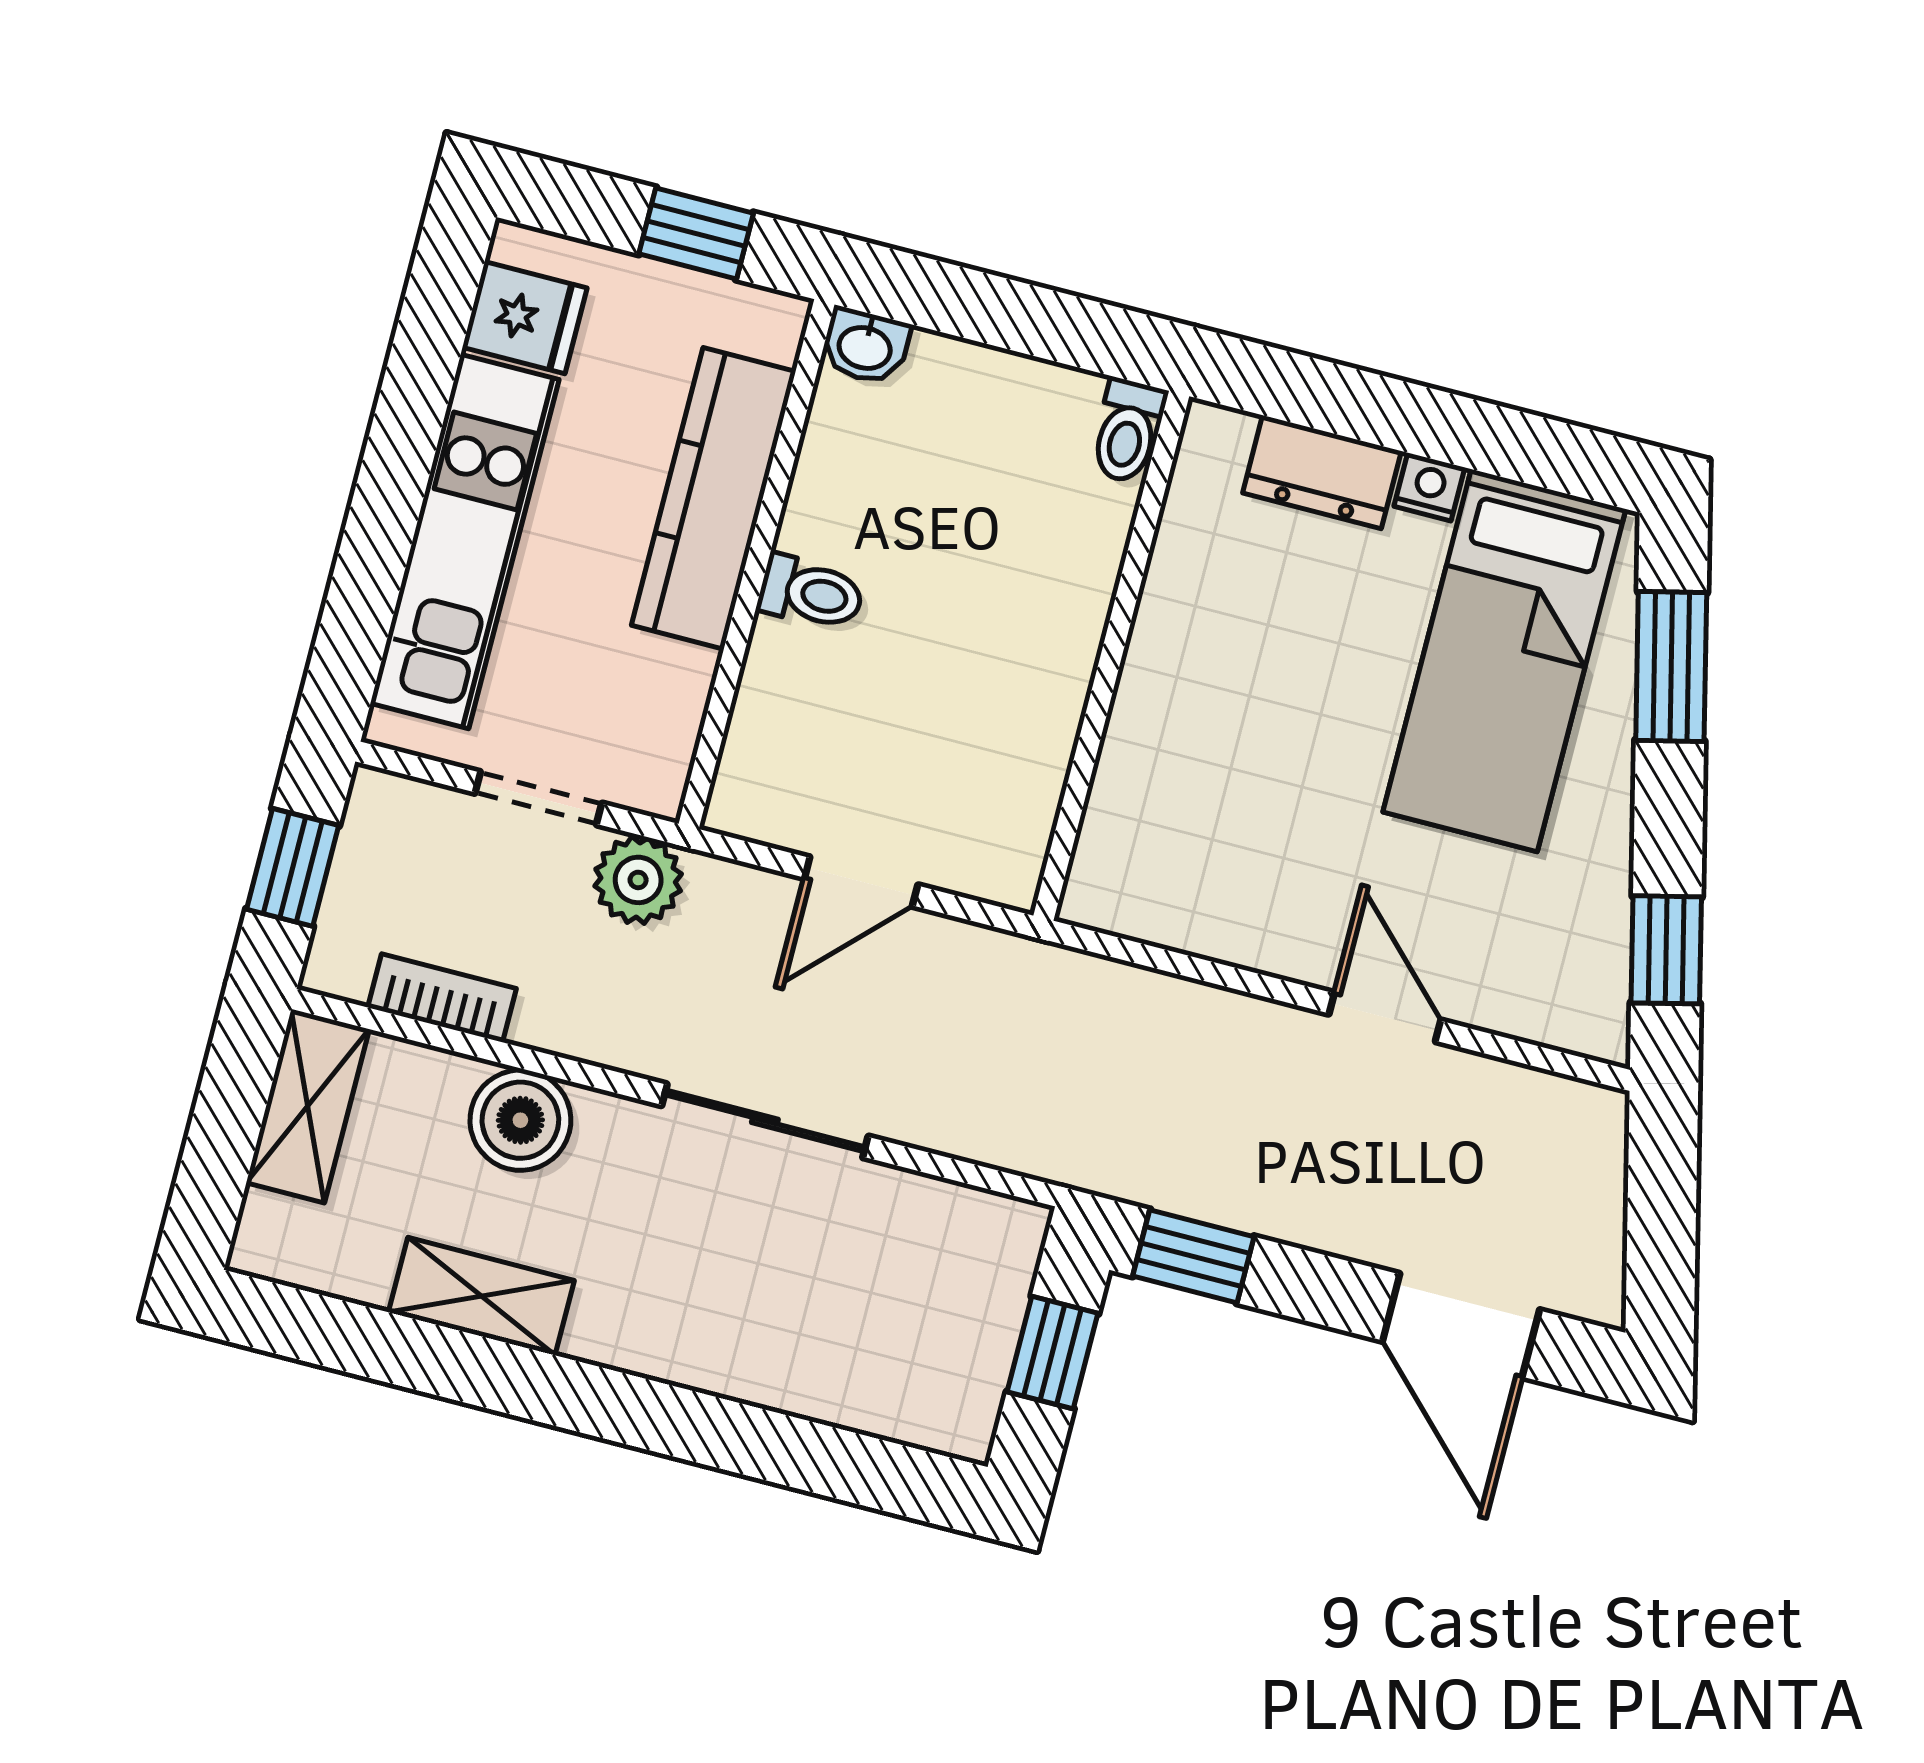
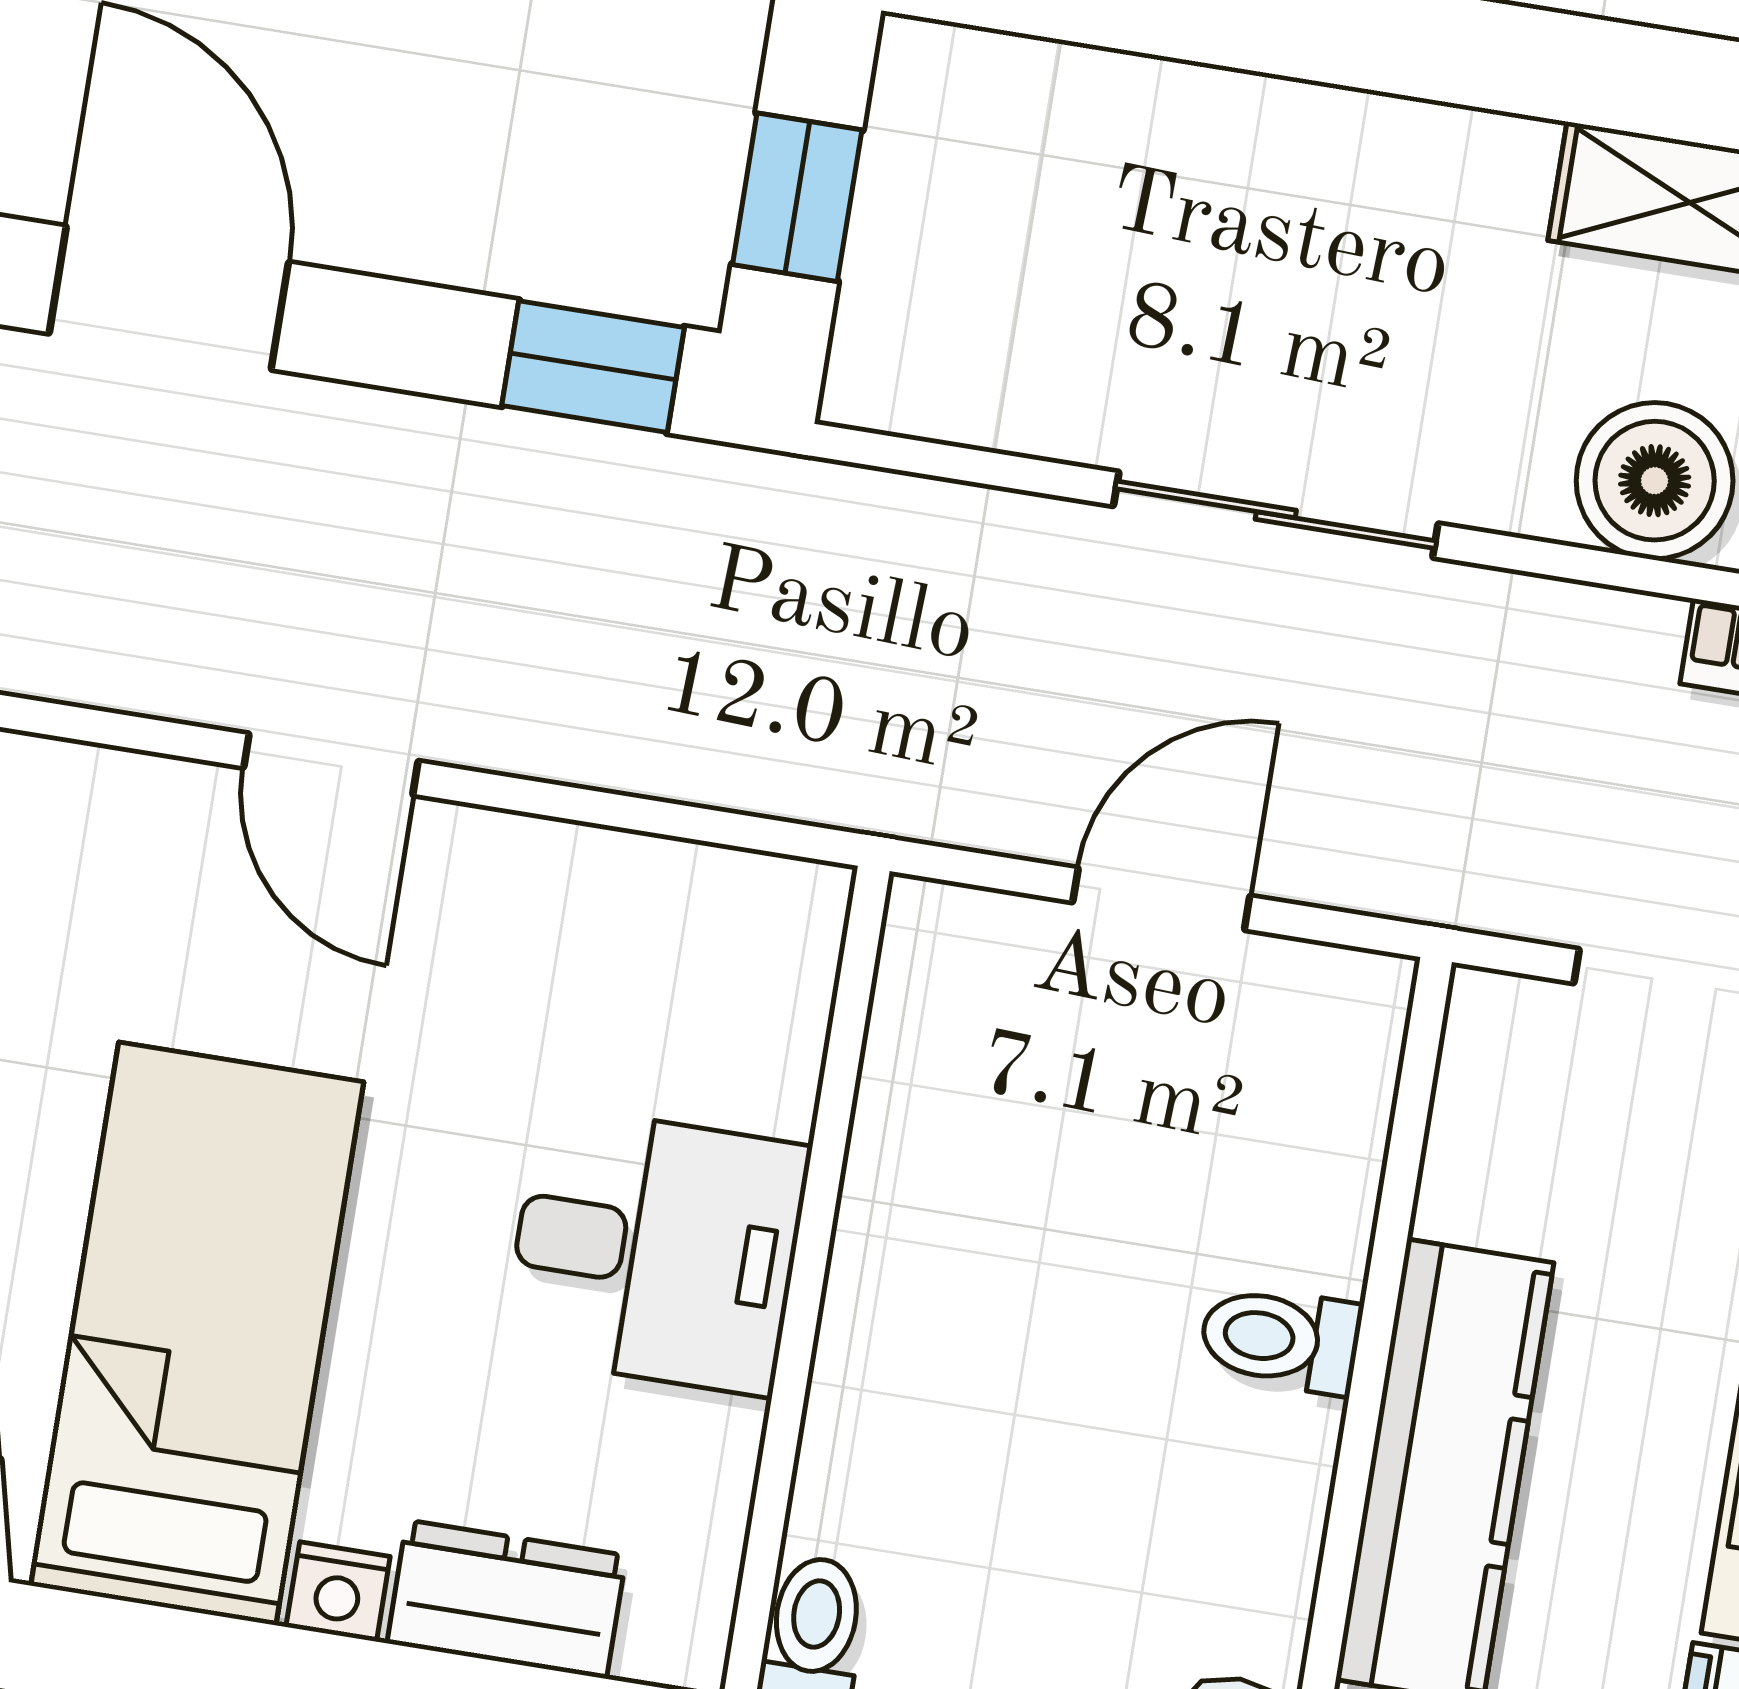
desk: (1206, 687) -> (656, 1250), added
plant: (638, 880) -> (1507, 869), removed

